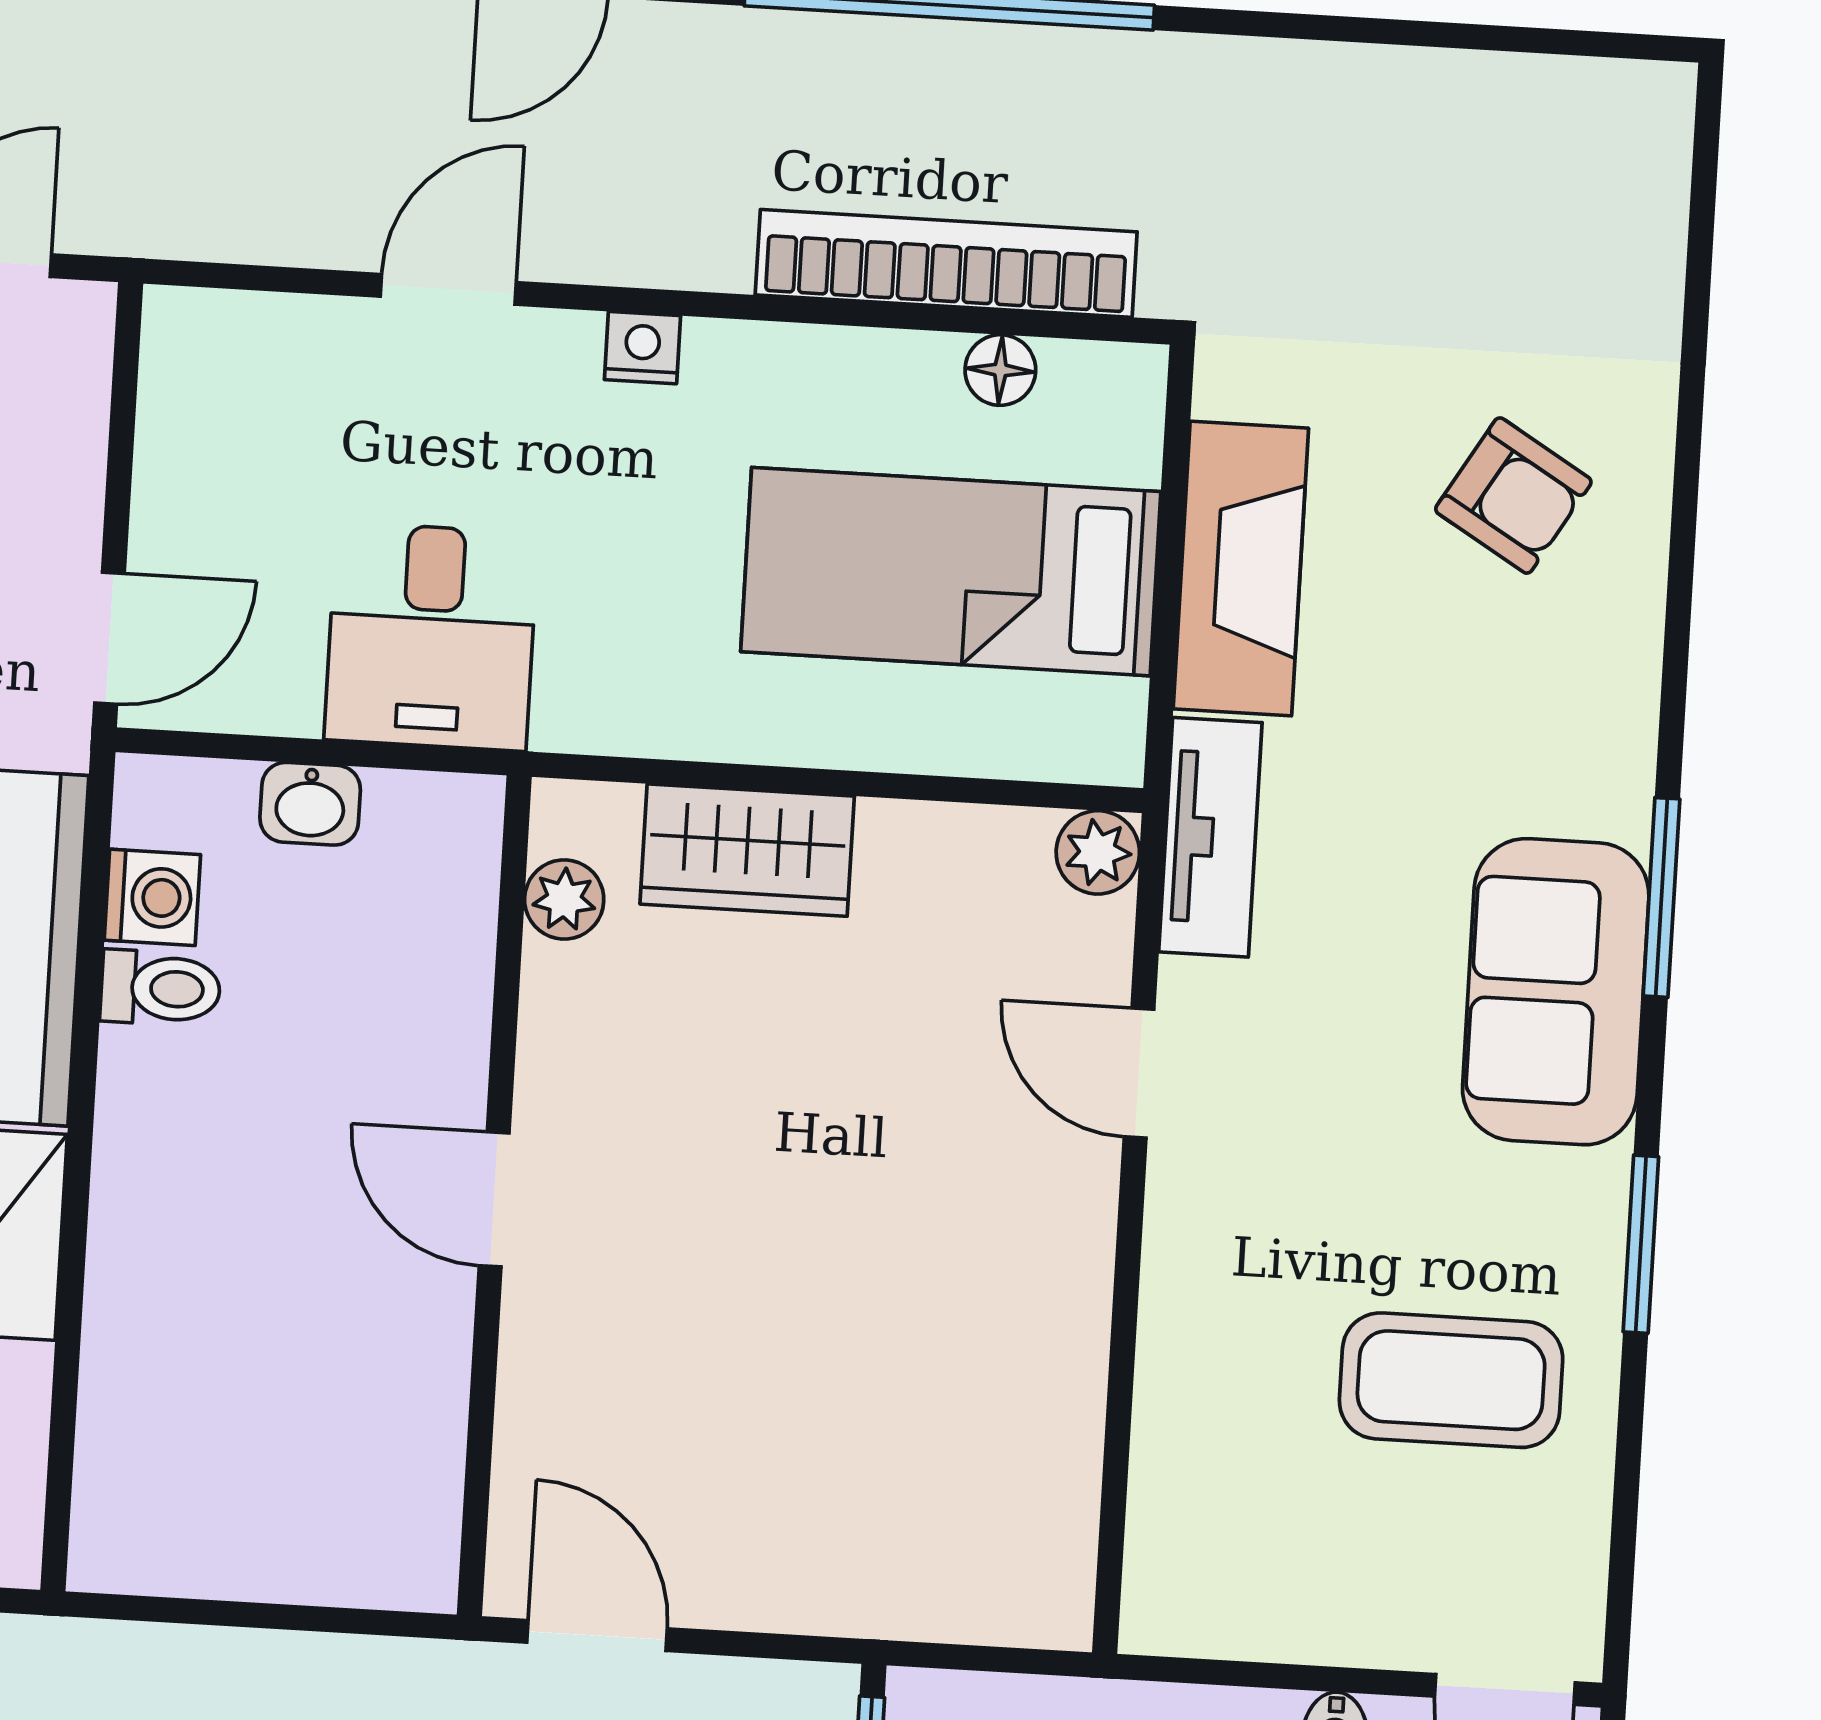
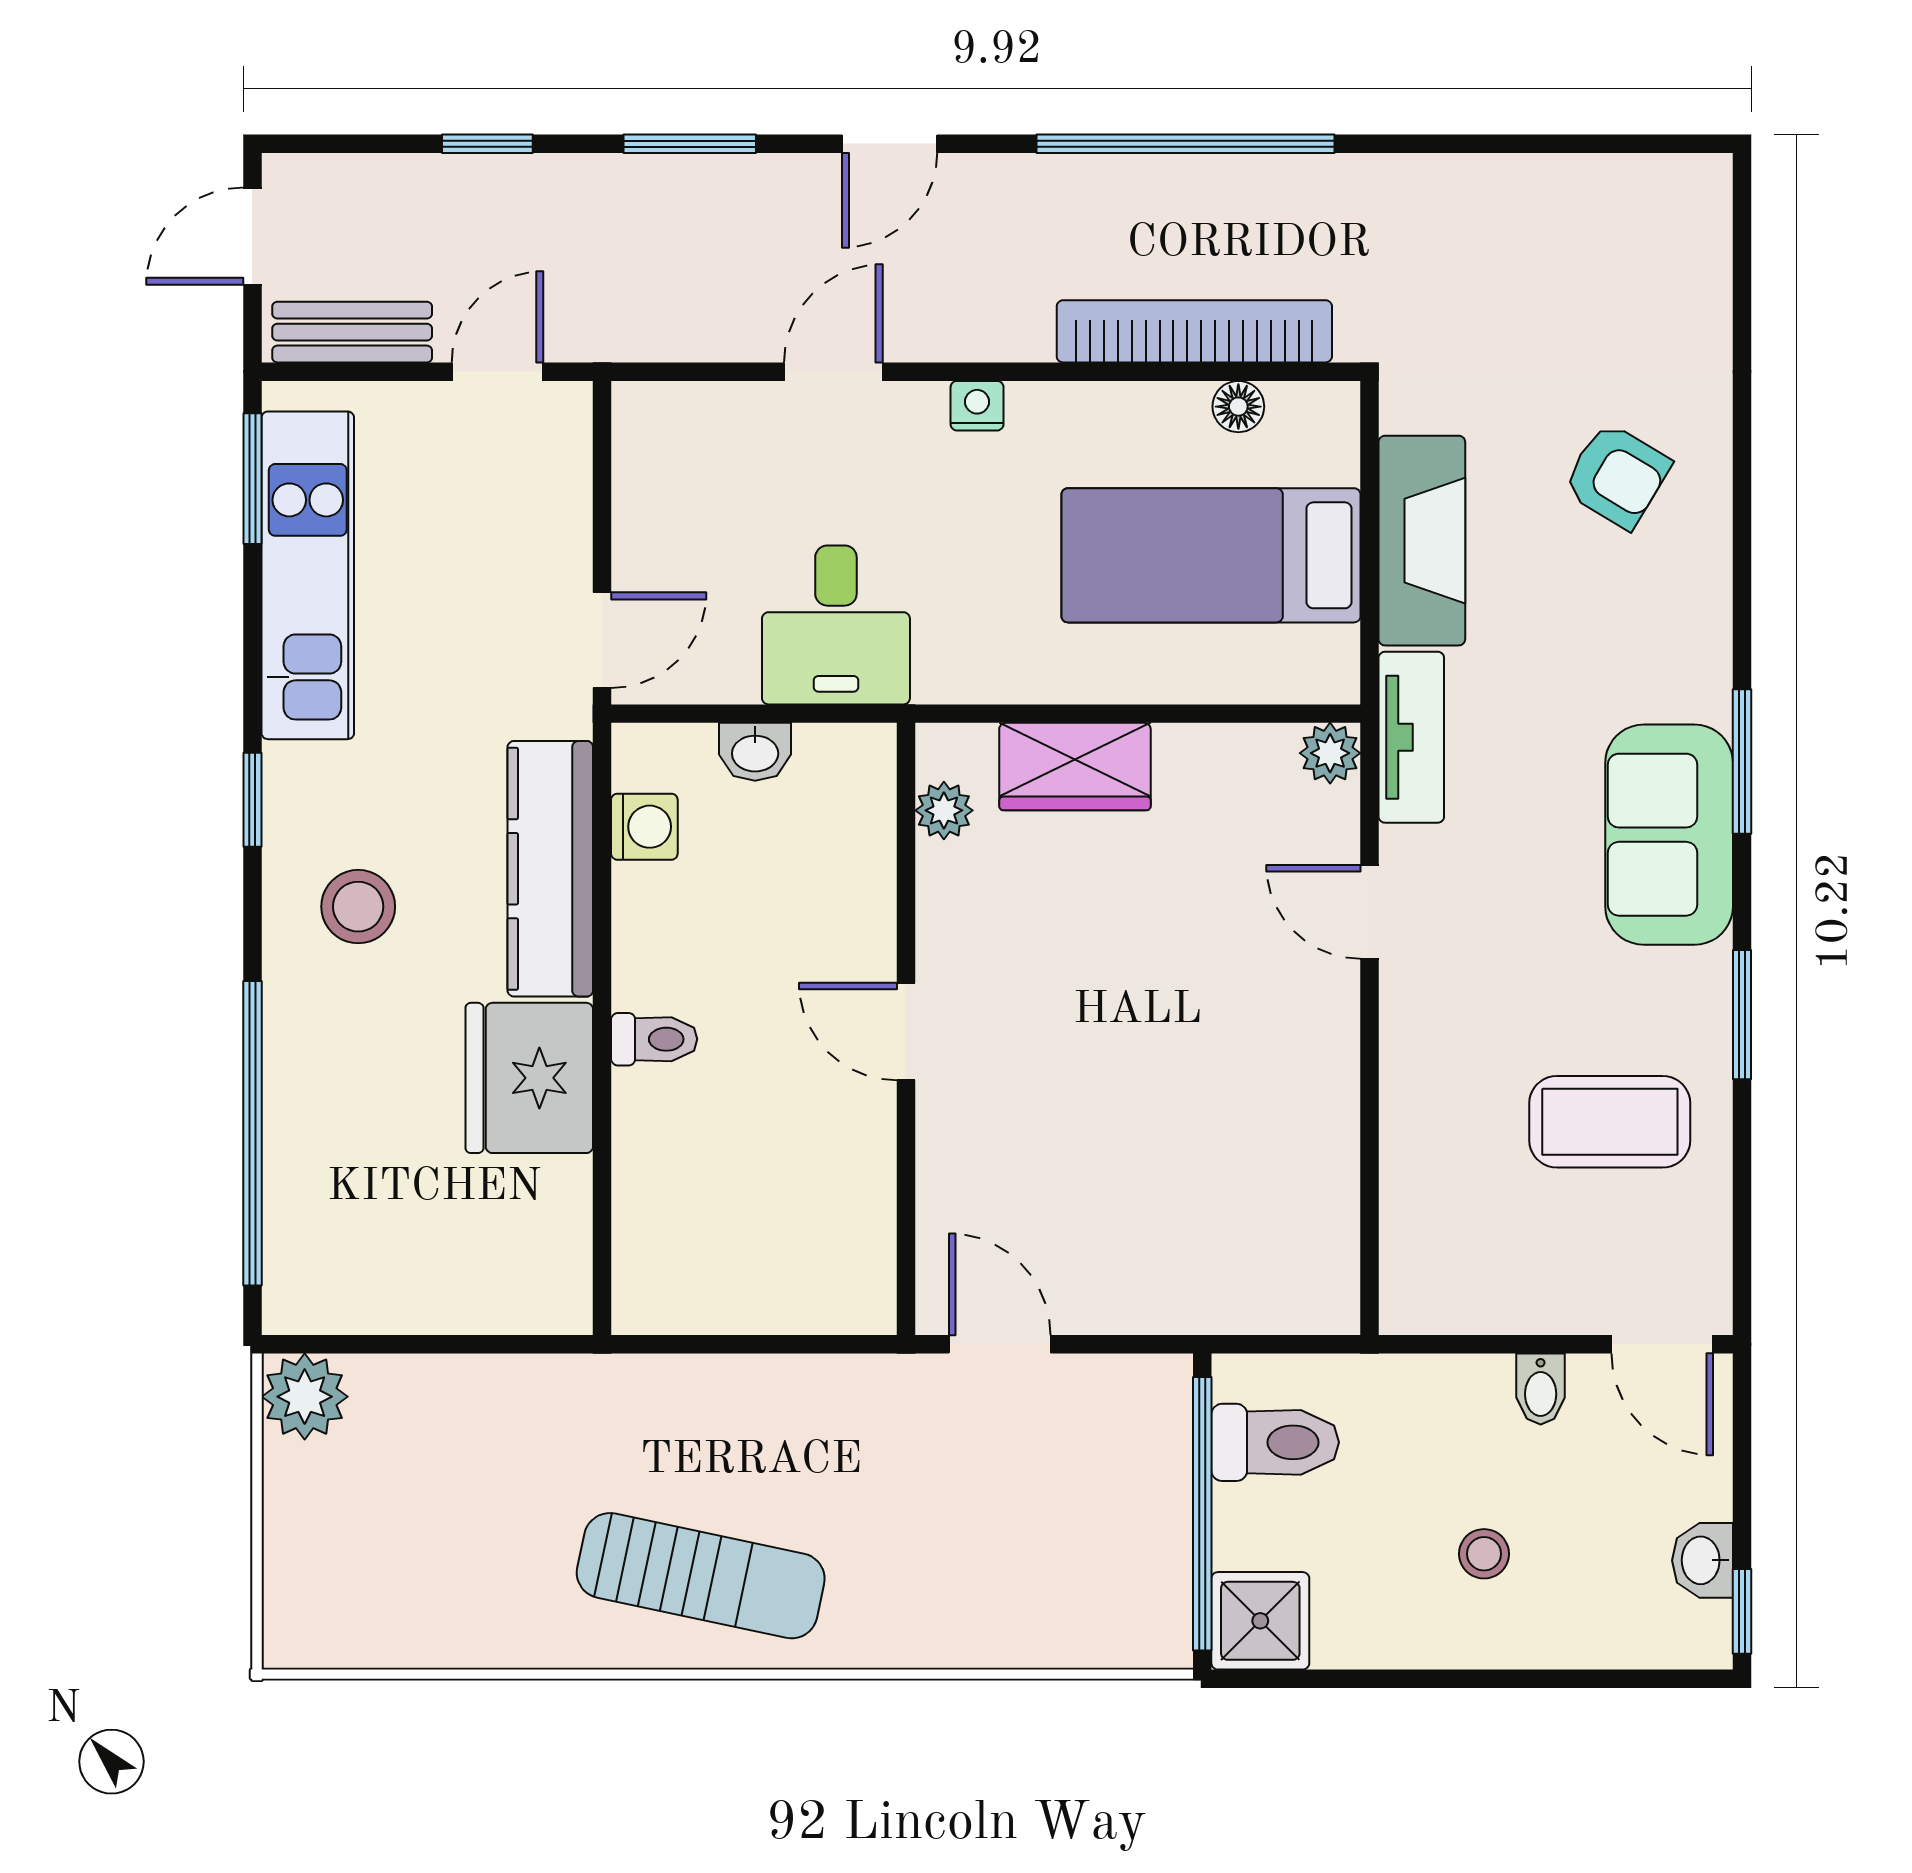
toilet: (160, 988) -> (654, 1039), moved

